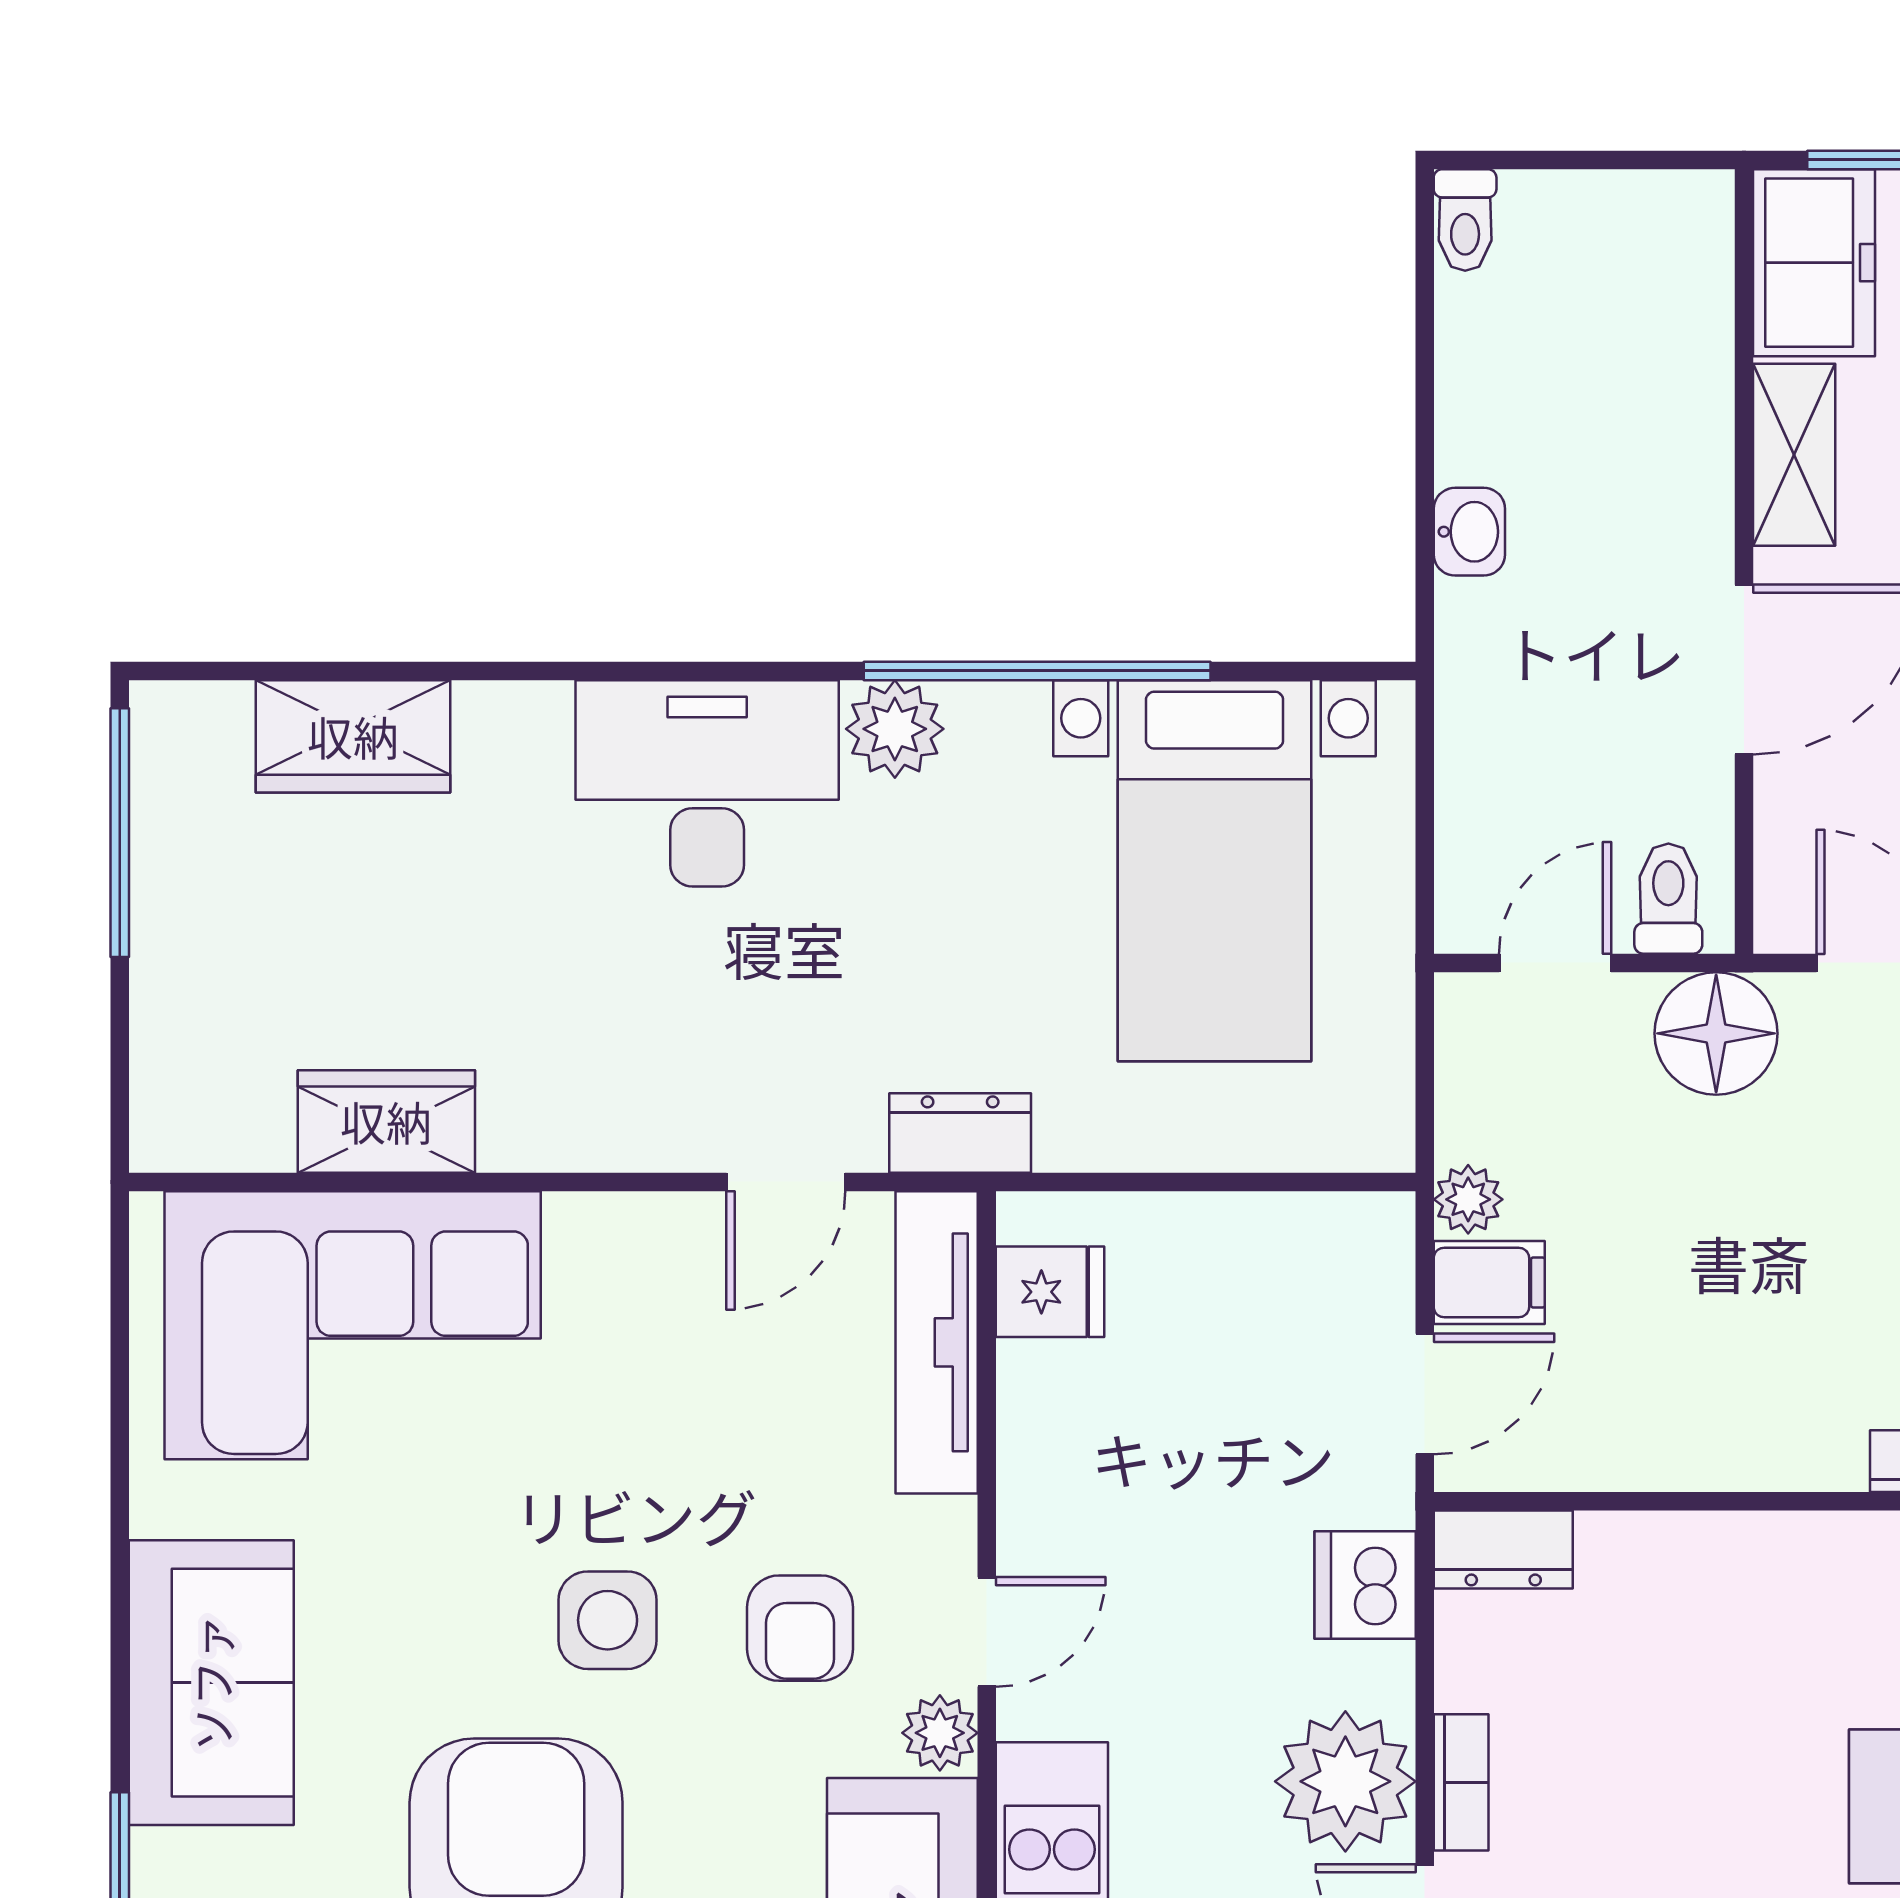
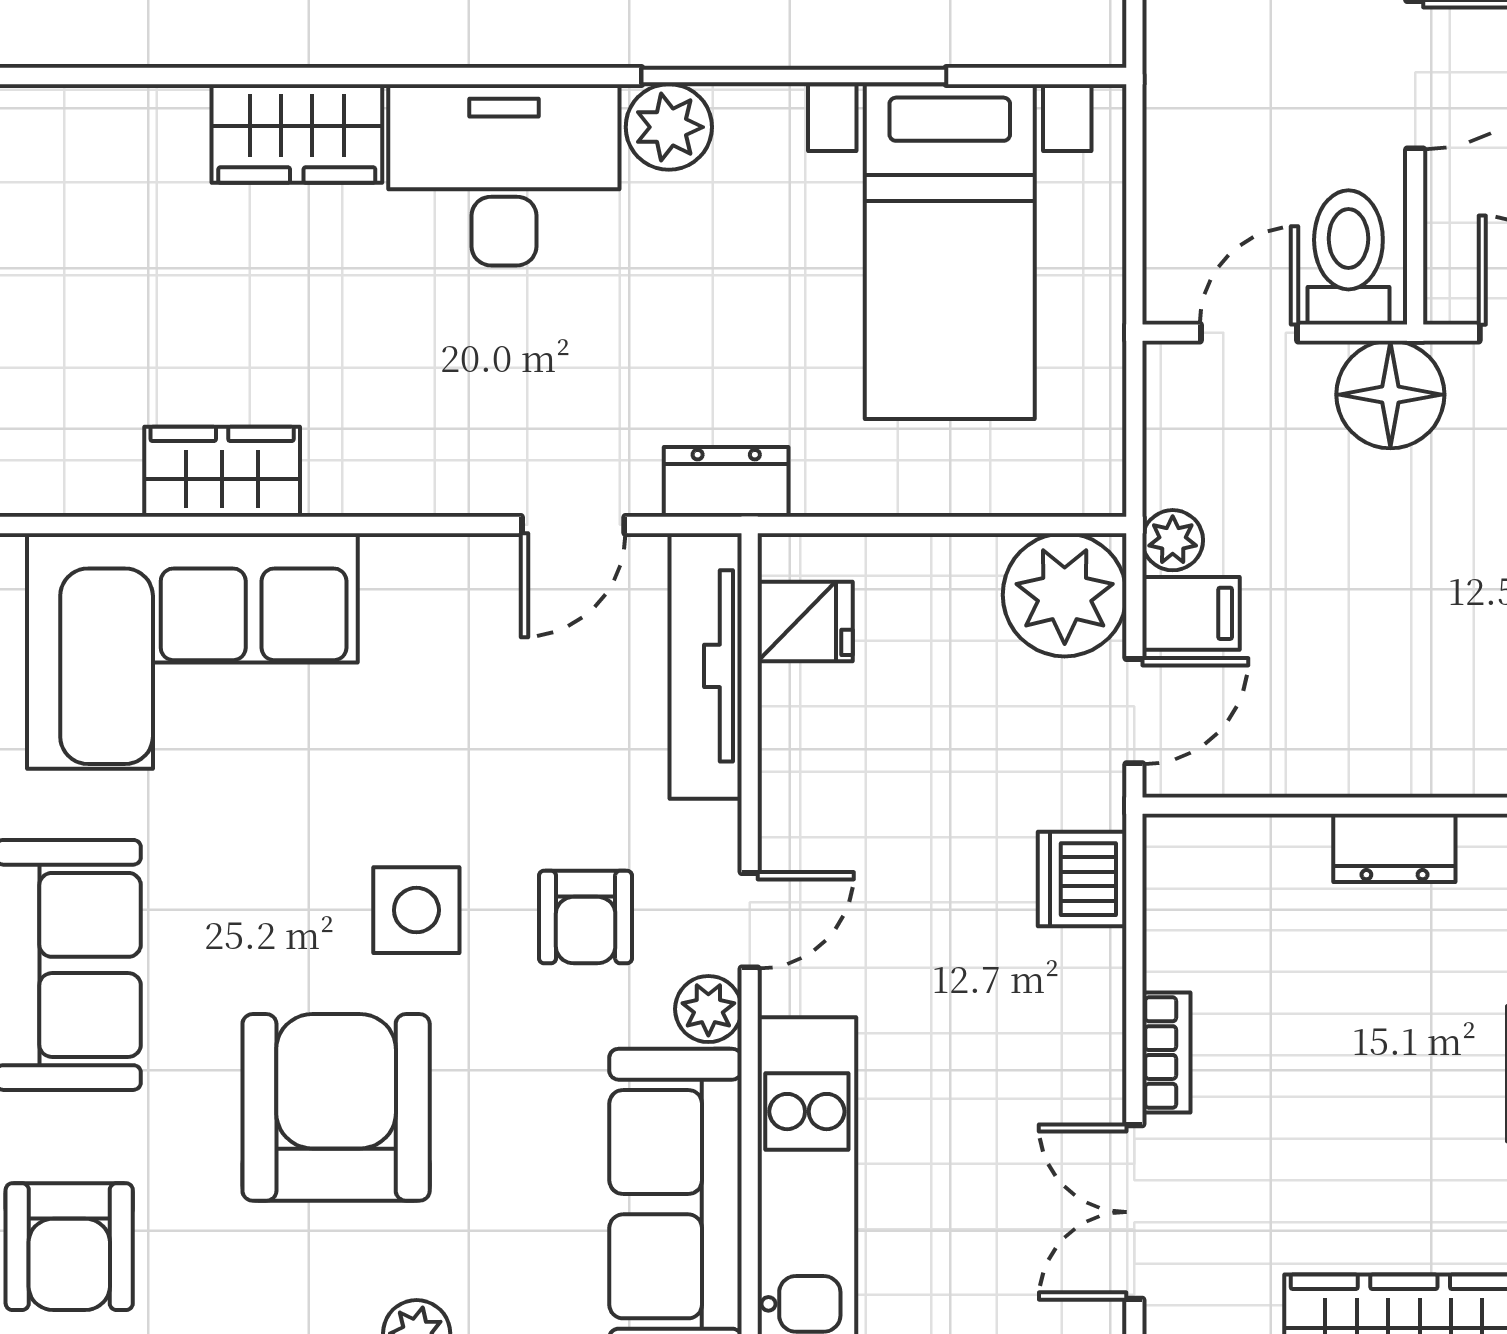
wardrobe: (353, 736) -> (297, 133), moved
toilet: (1668, 899) -> (1348, 257), width x1.37, depth x1.39
dresser: (1503, 1549) -> (1394, 848), moved
plant: (1345, 1781) -> (1065, 595), moved

